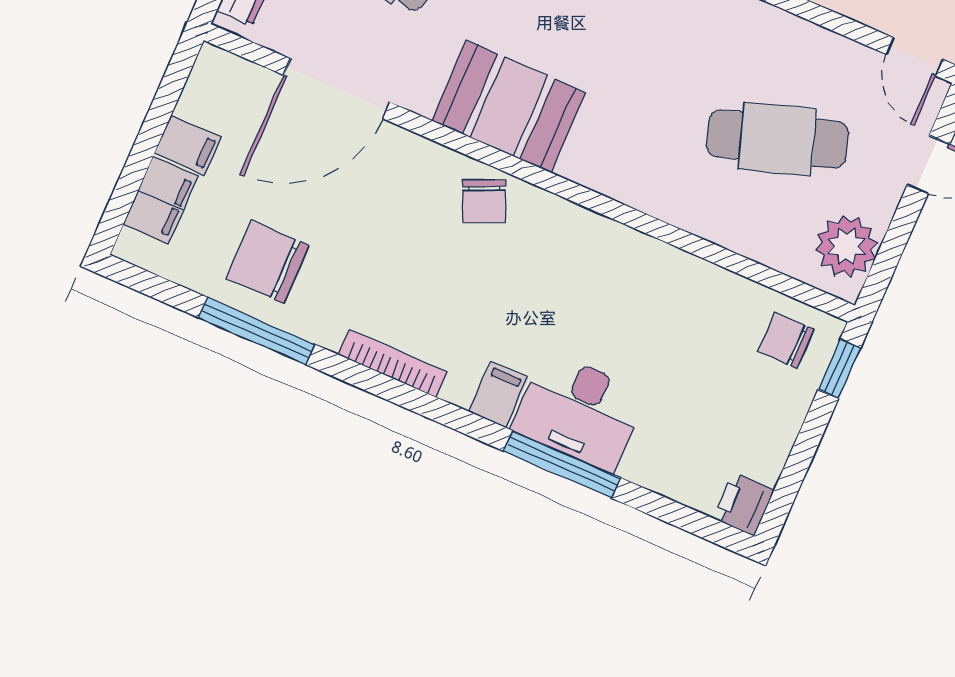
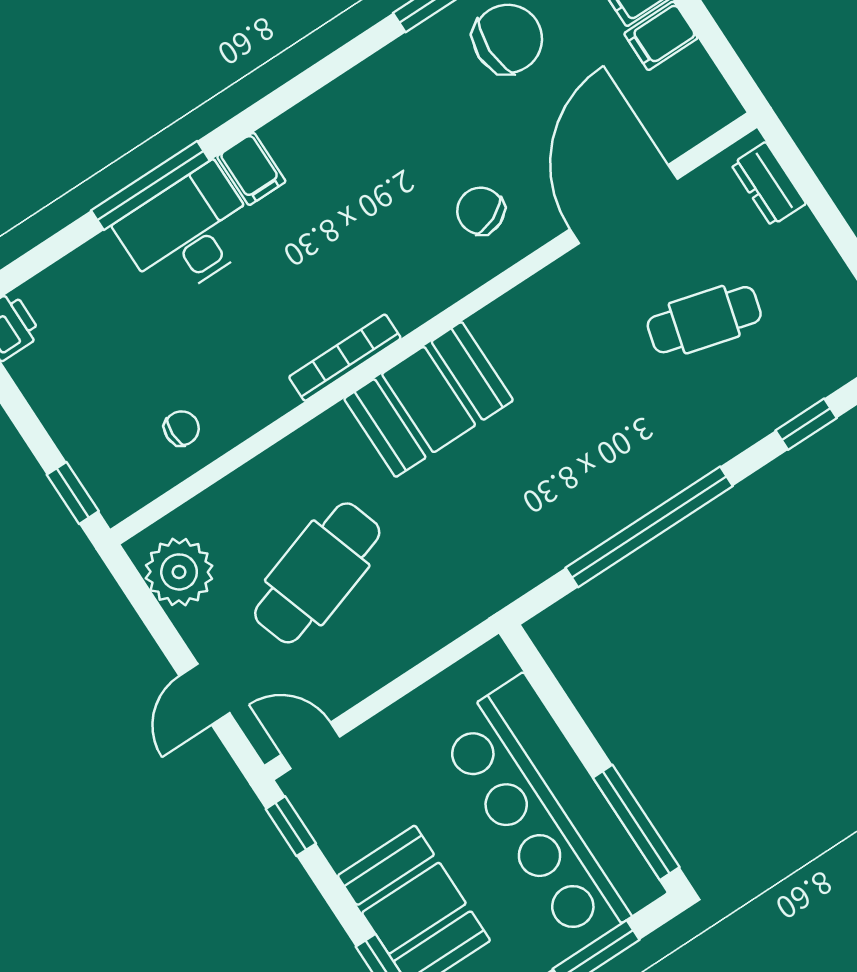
booth: (509, 107) -> (429, 399), moved
chair: (484, 201) -> (481, 211), moved
chair: (786, 340) -> (182, 428), moved, width x0.73, depth x0.73
bookcase: (393, 364) -> (345, 358), moved, turned 180

